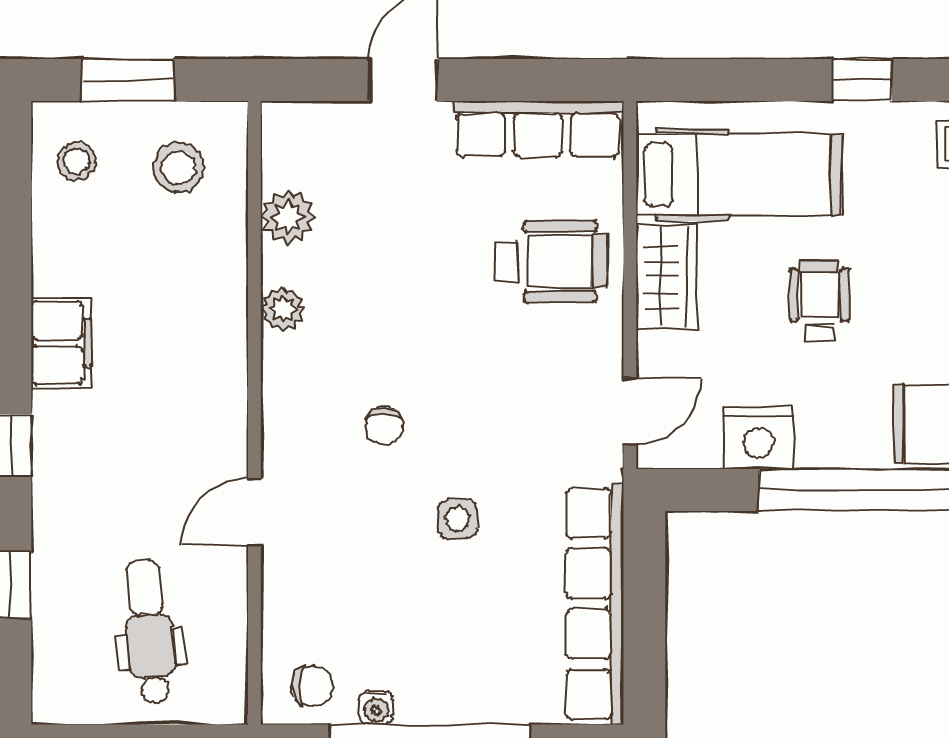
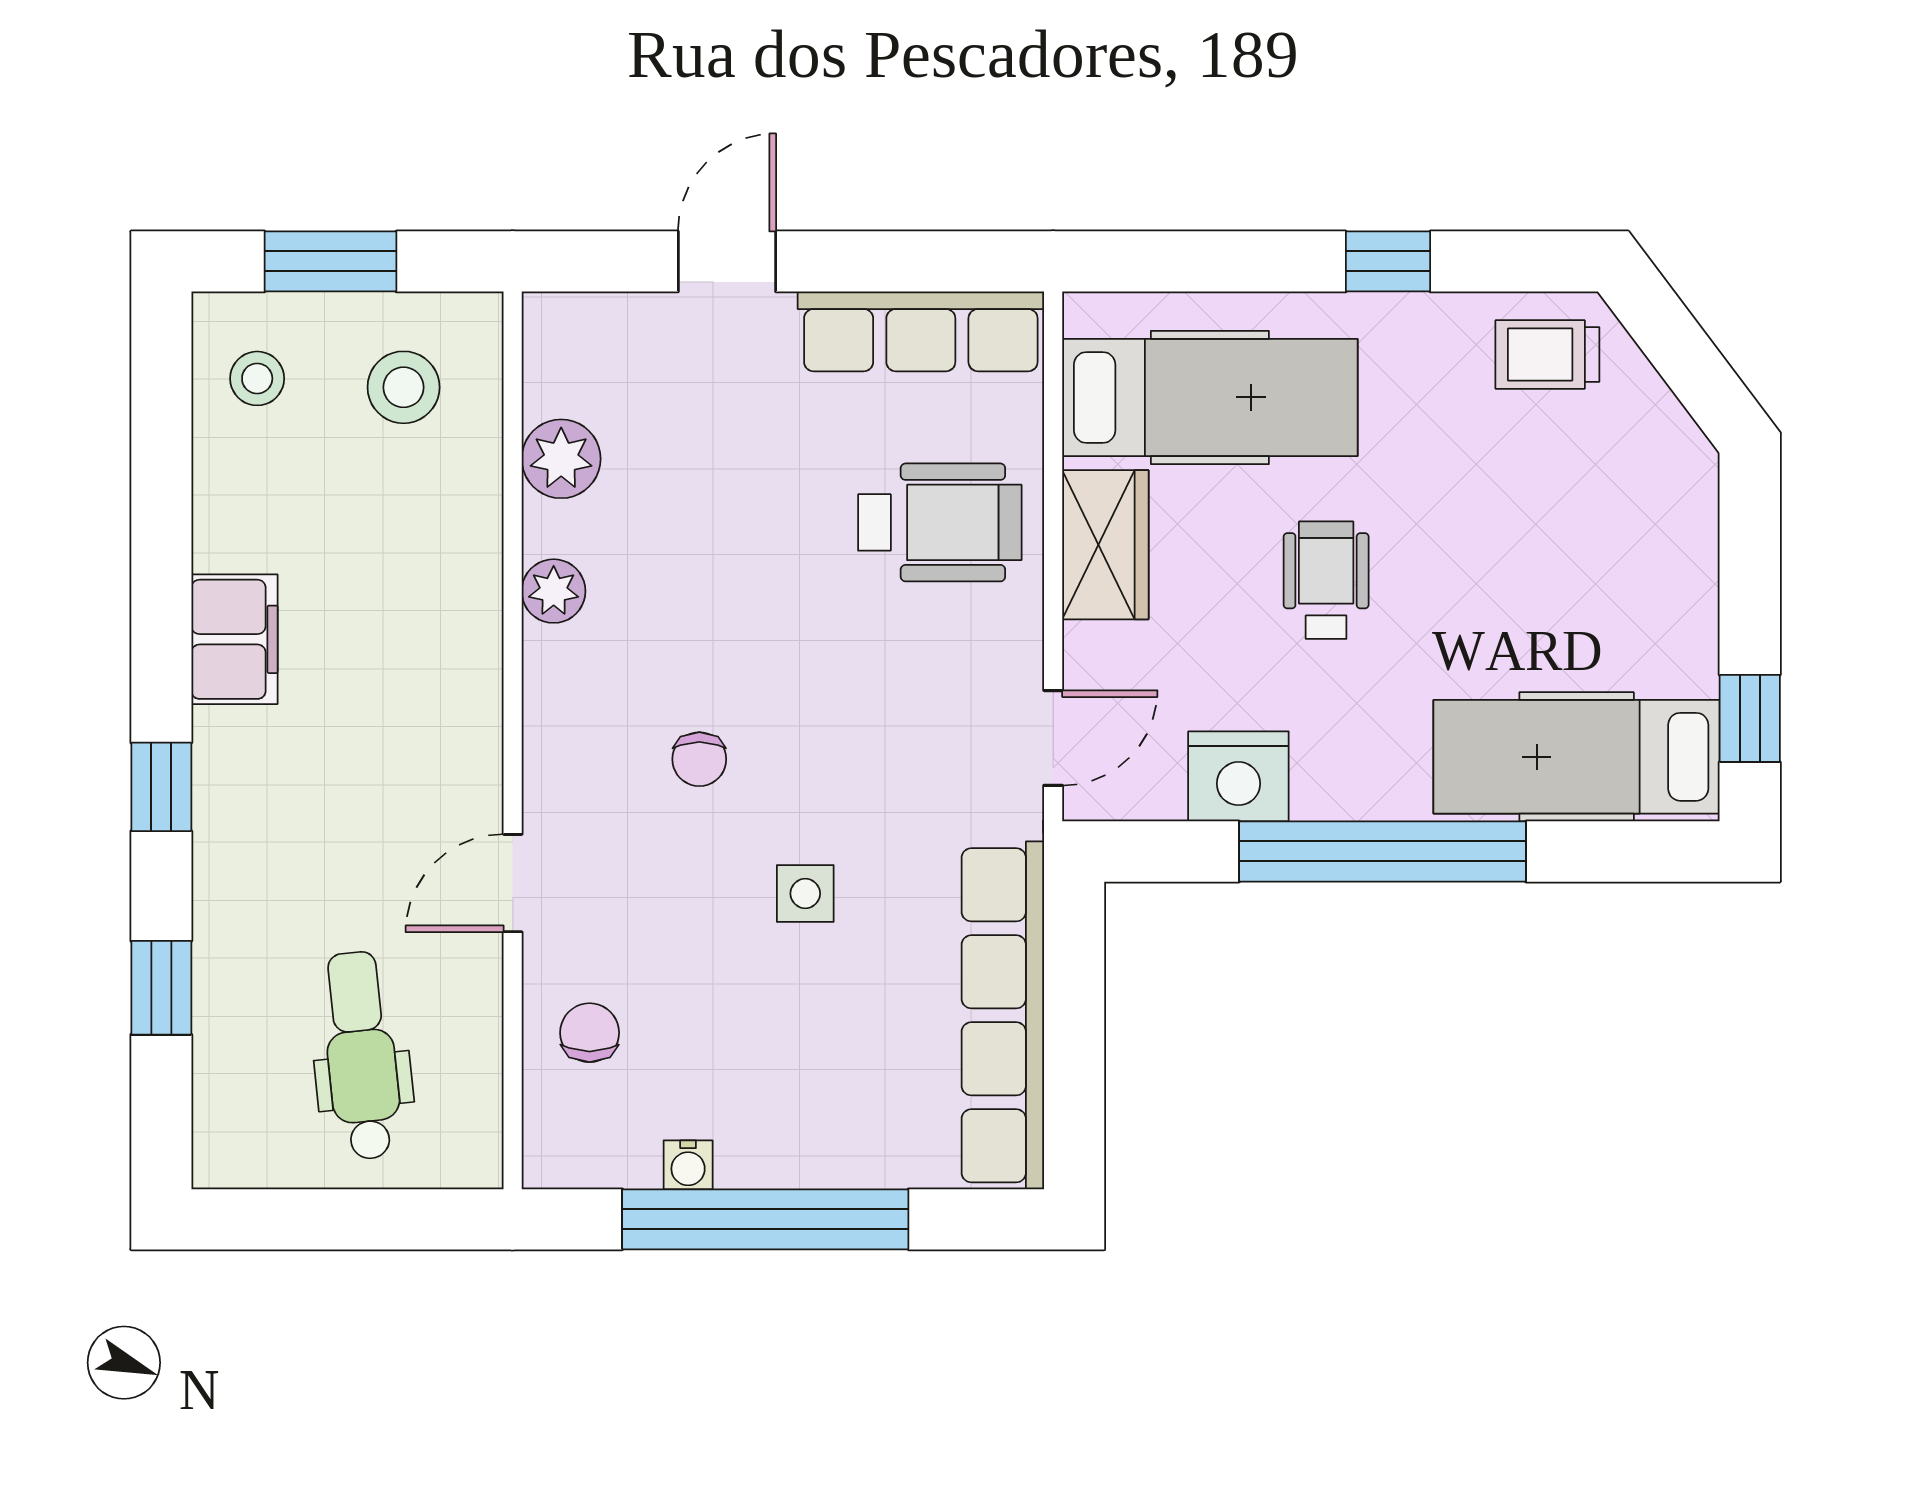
chair: (312, 686) -> (590, 1033), moved, turned -93

